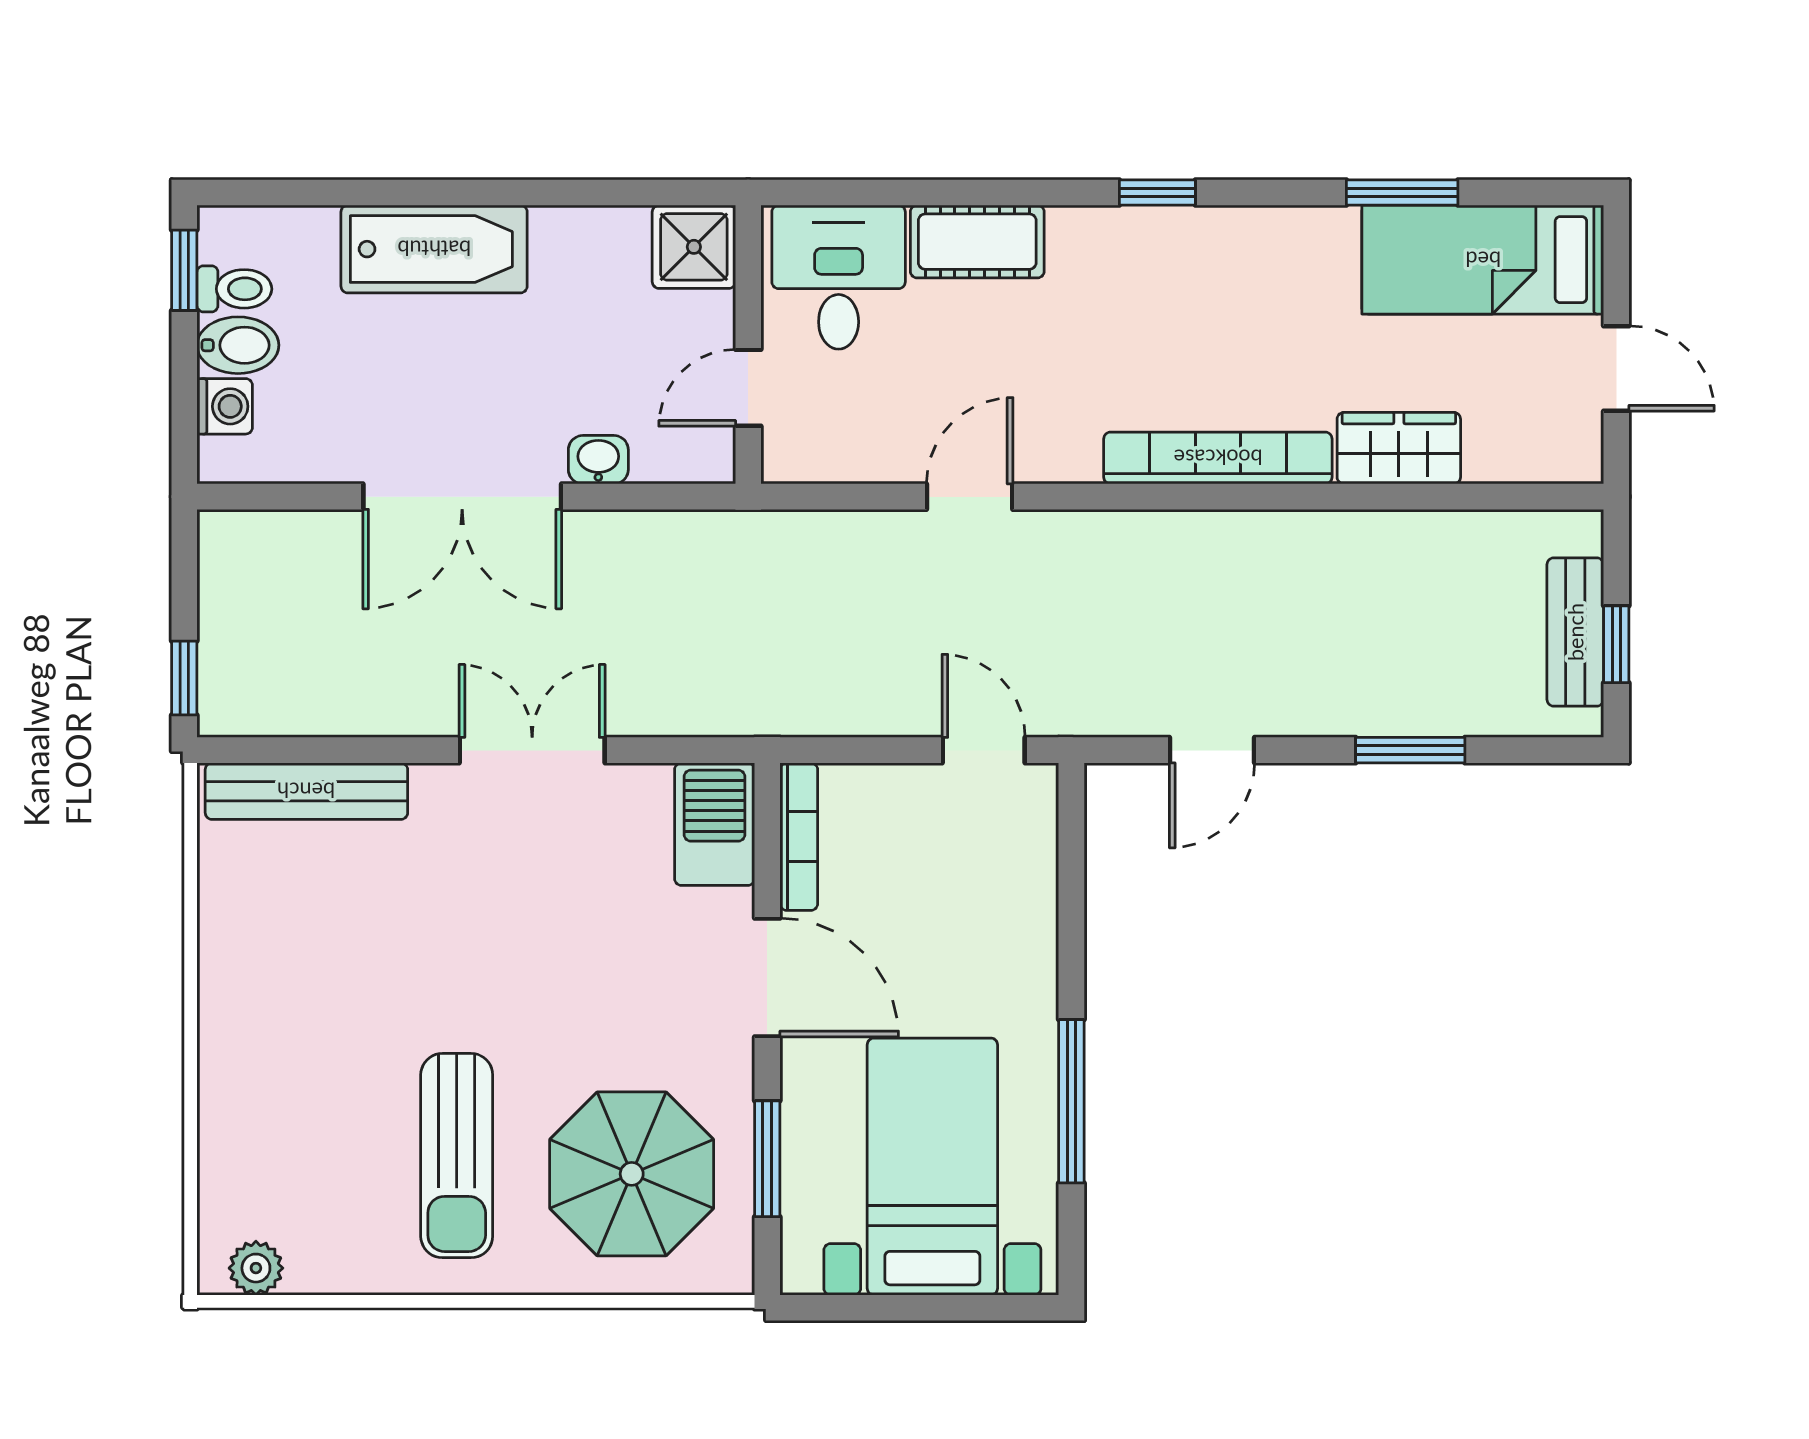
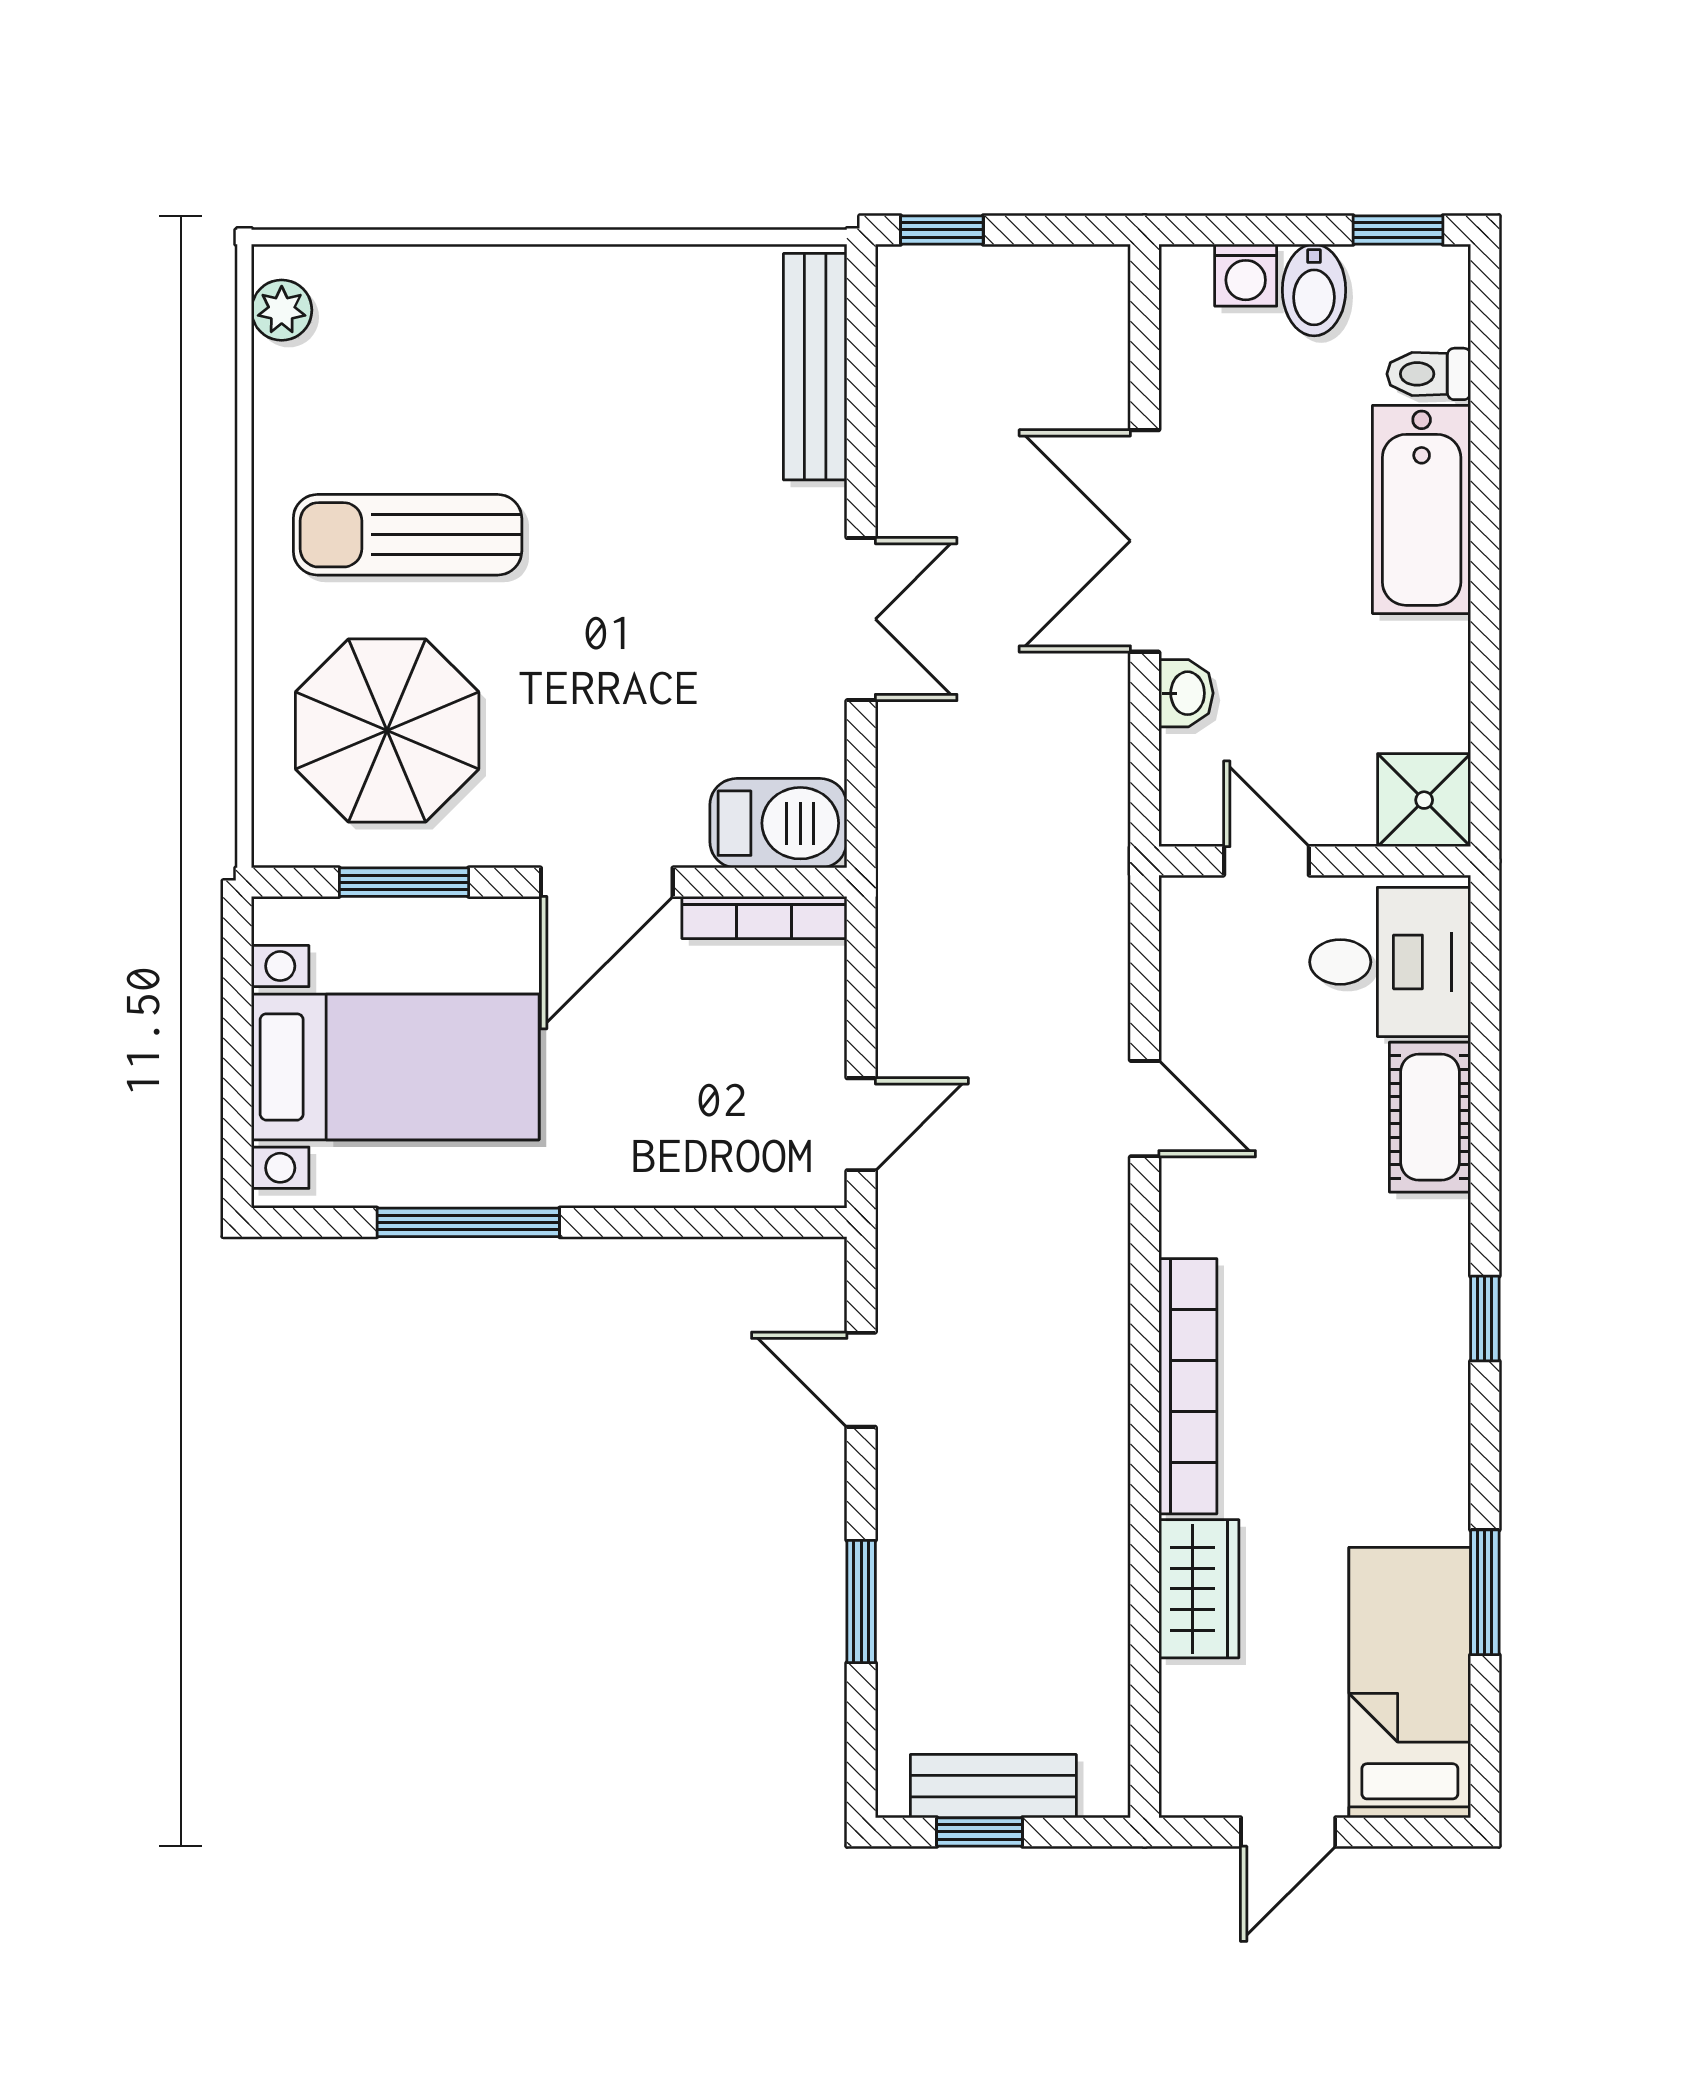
toilet: (234, 289) -> (1429, 374), moved, turned 90

